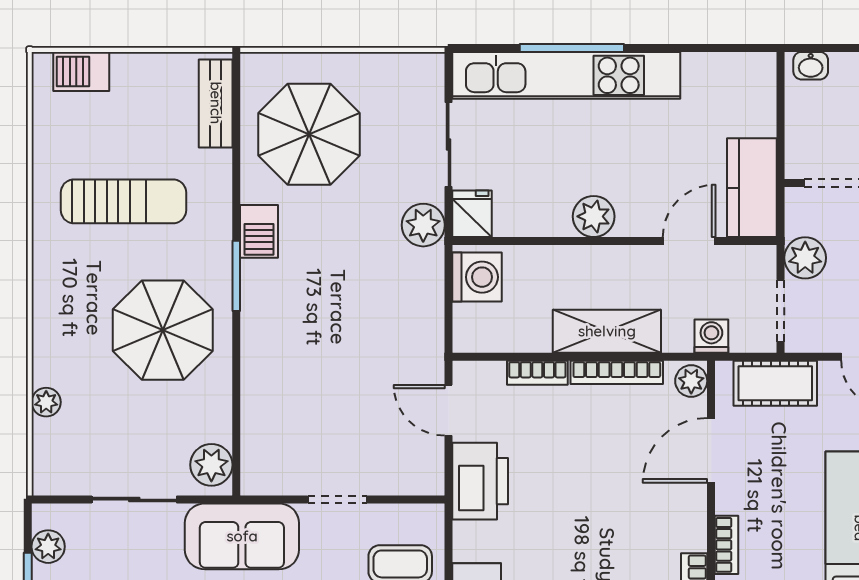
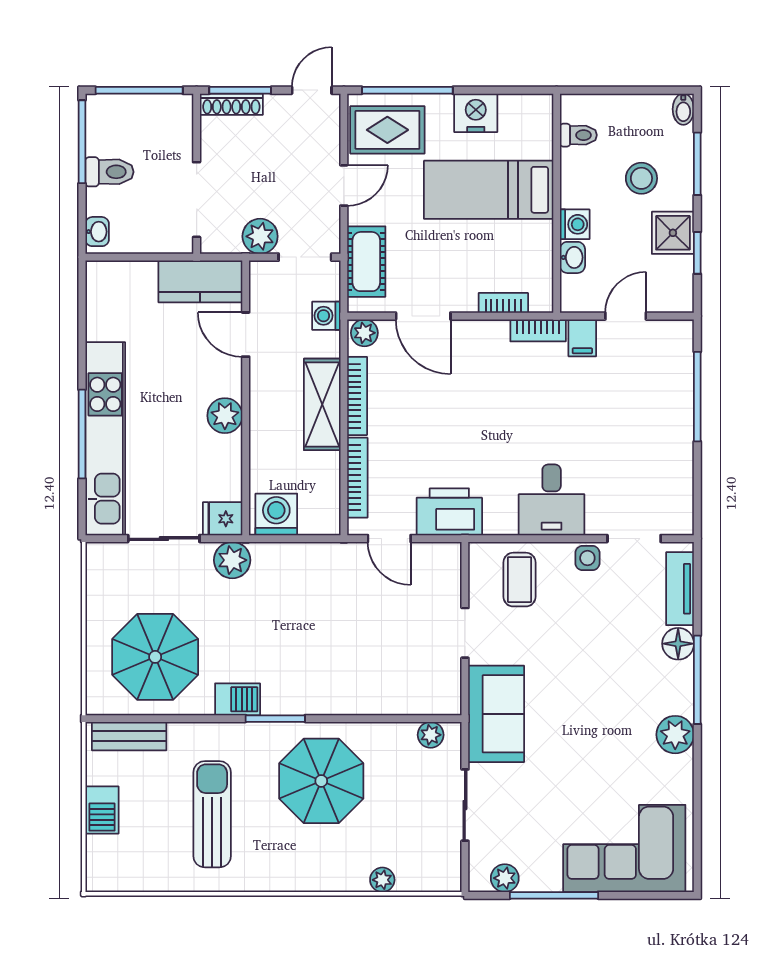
barbecue: (81, 72) -> (102, 810), moved
bookcase: (537, 373) -> (357, 478), width x1.56
door: (449, 410) -> (389, 539), hinge flipped
plant: (211, 465) -> (431, 735), width x0.73, depth x0.73

